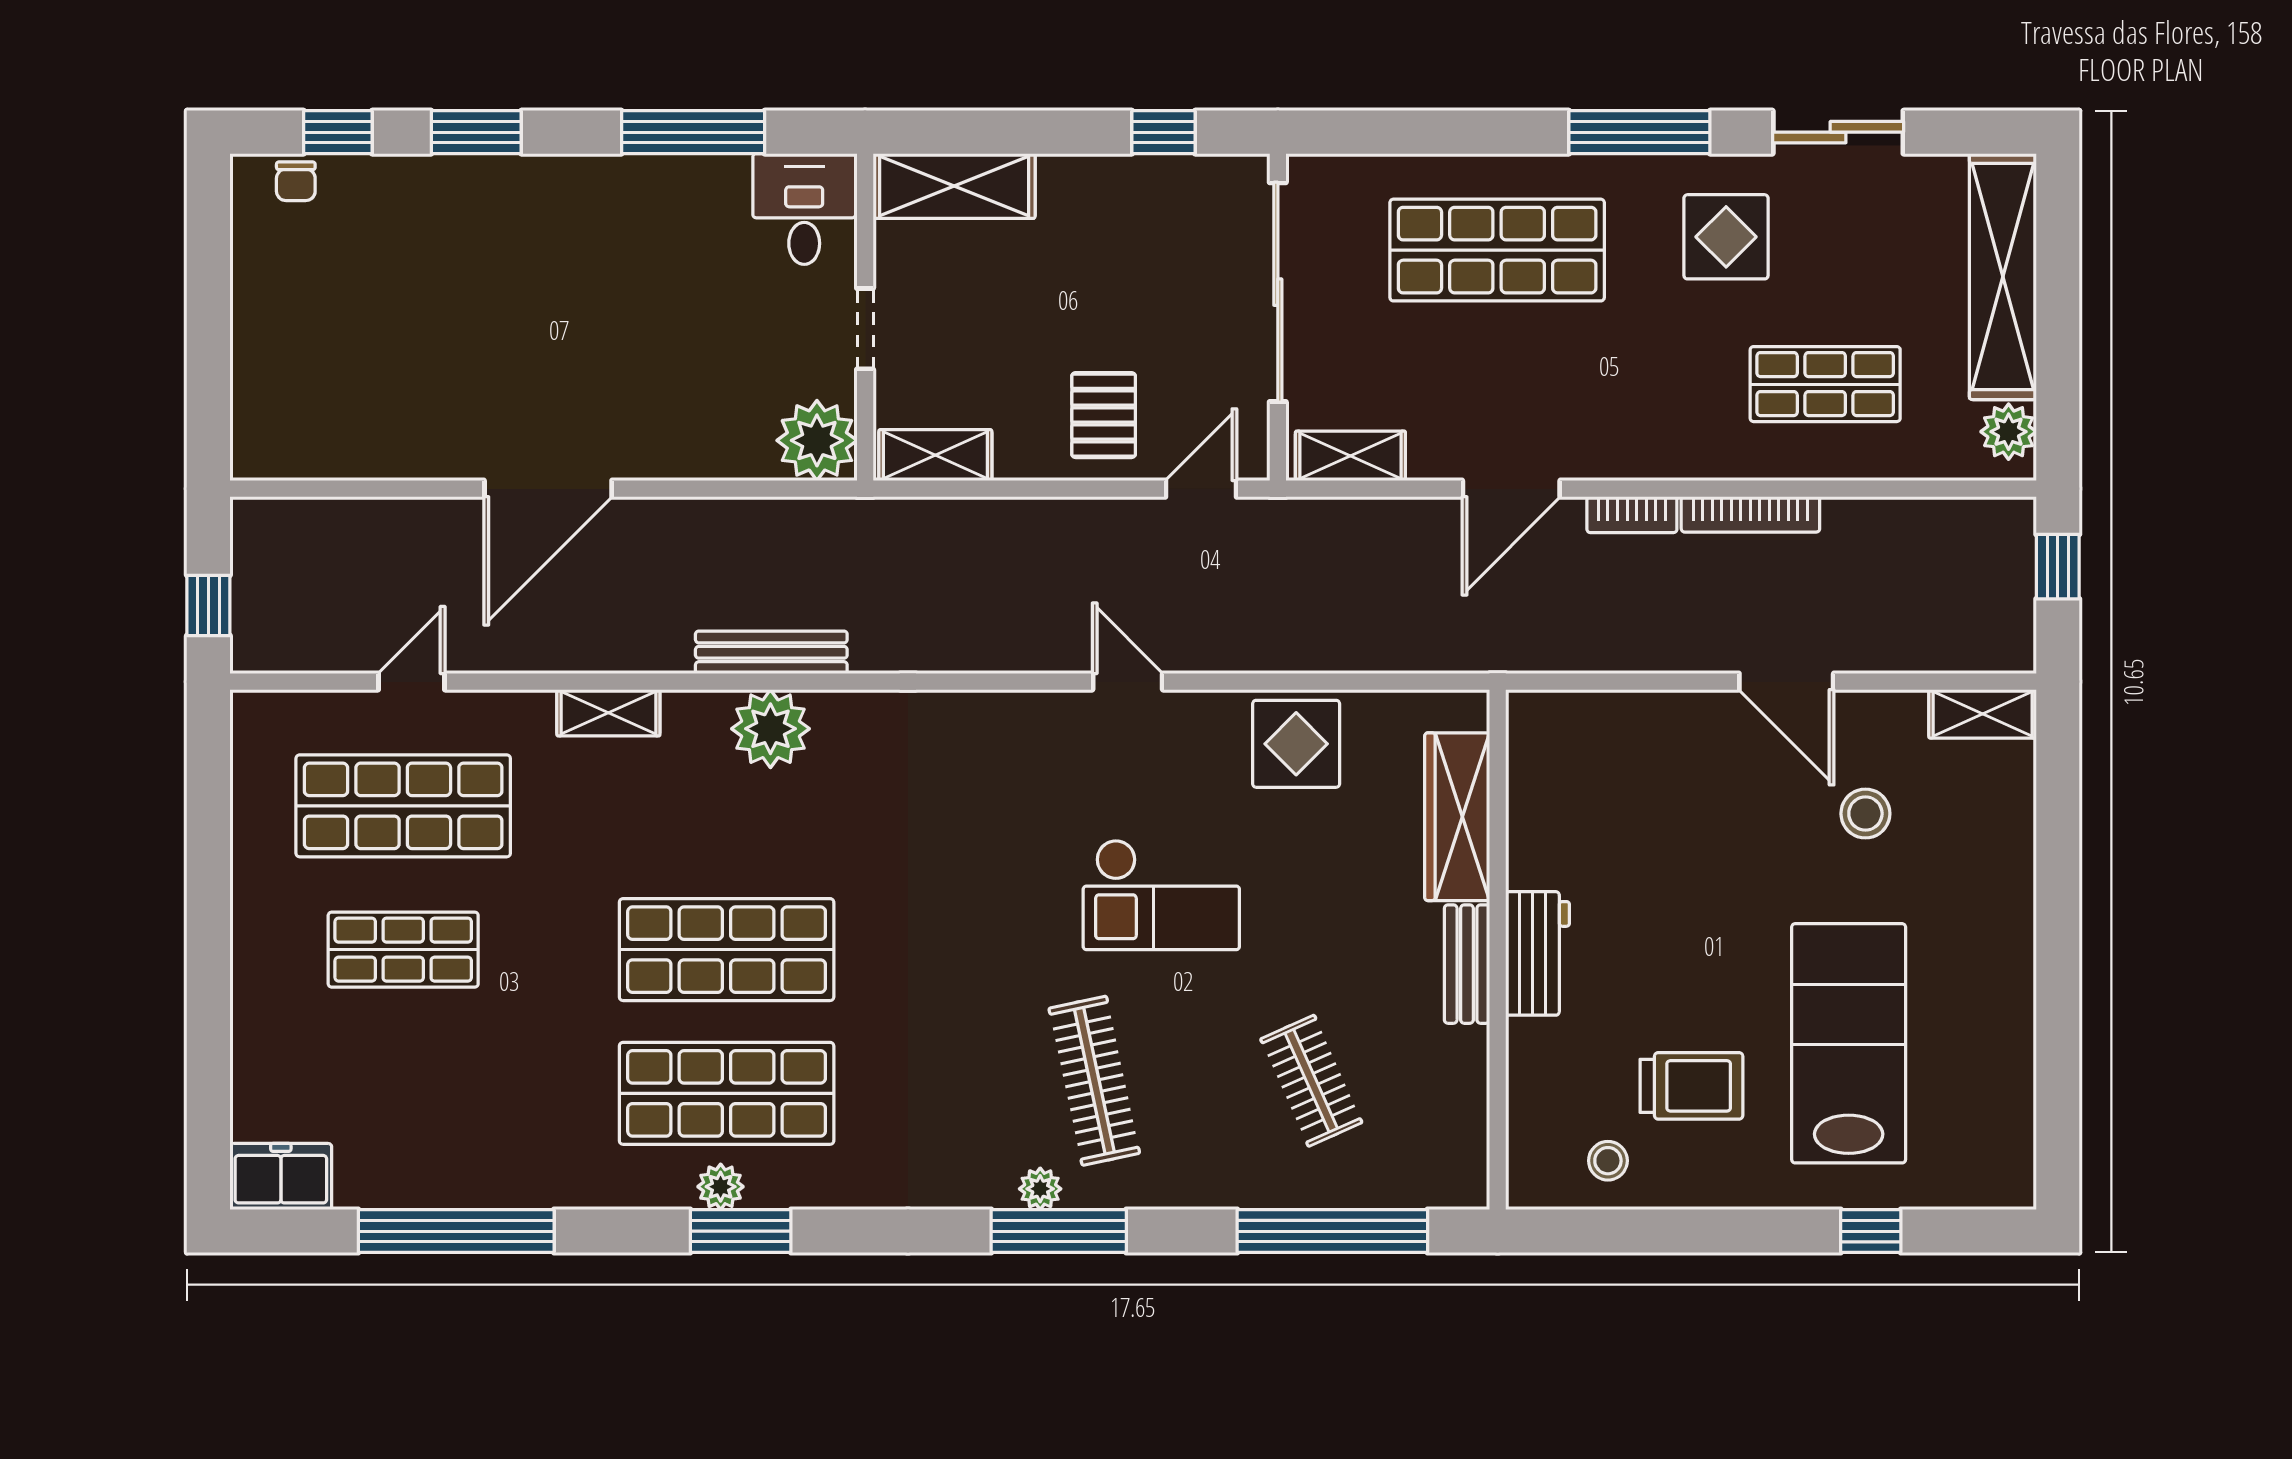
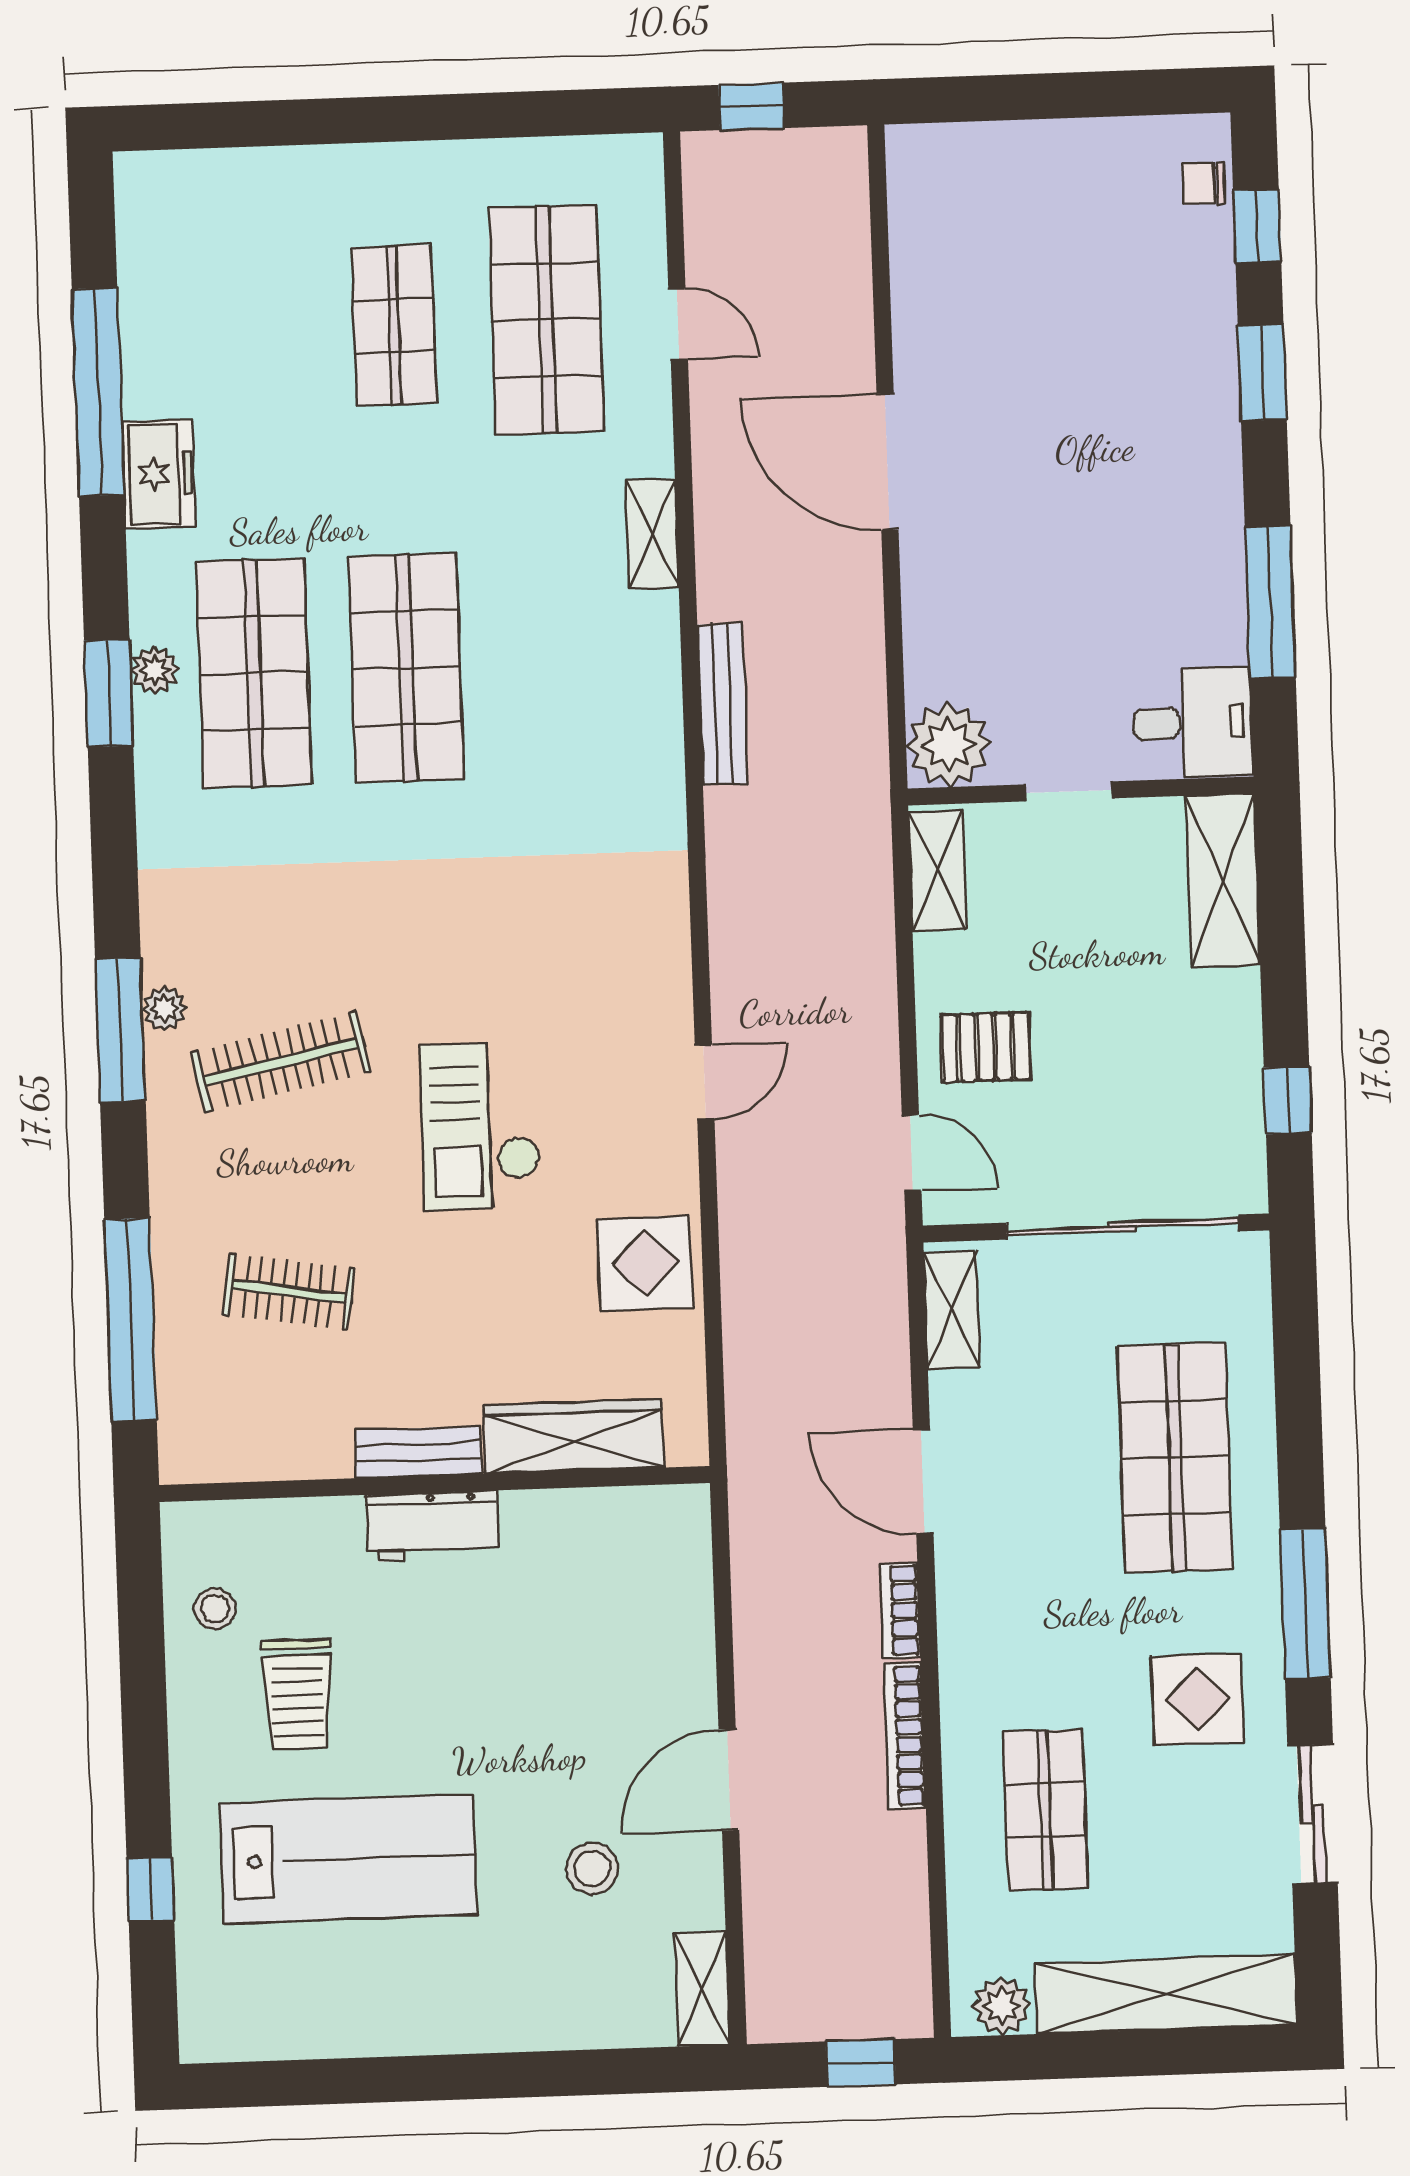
plant: (770, 729) -> (642, 706), removed
clothes rail: (1311, 1081) -> (289, 1292), turned 33
freezer: (281, 1177) -> (159, 474), moved

